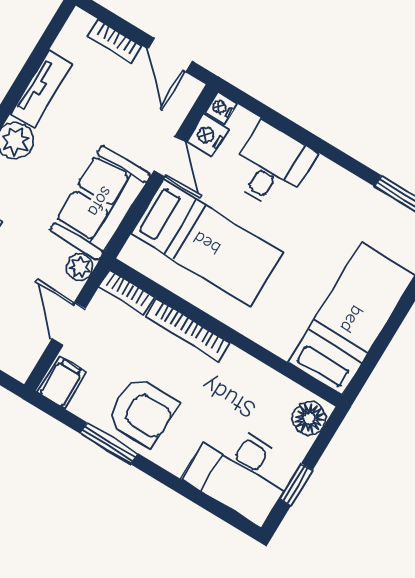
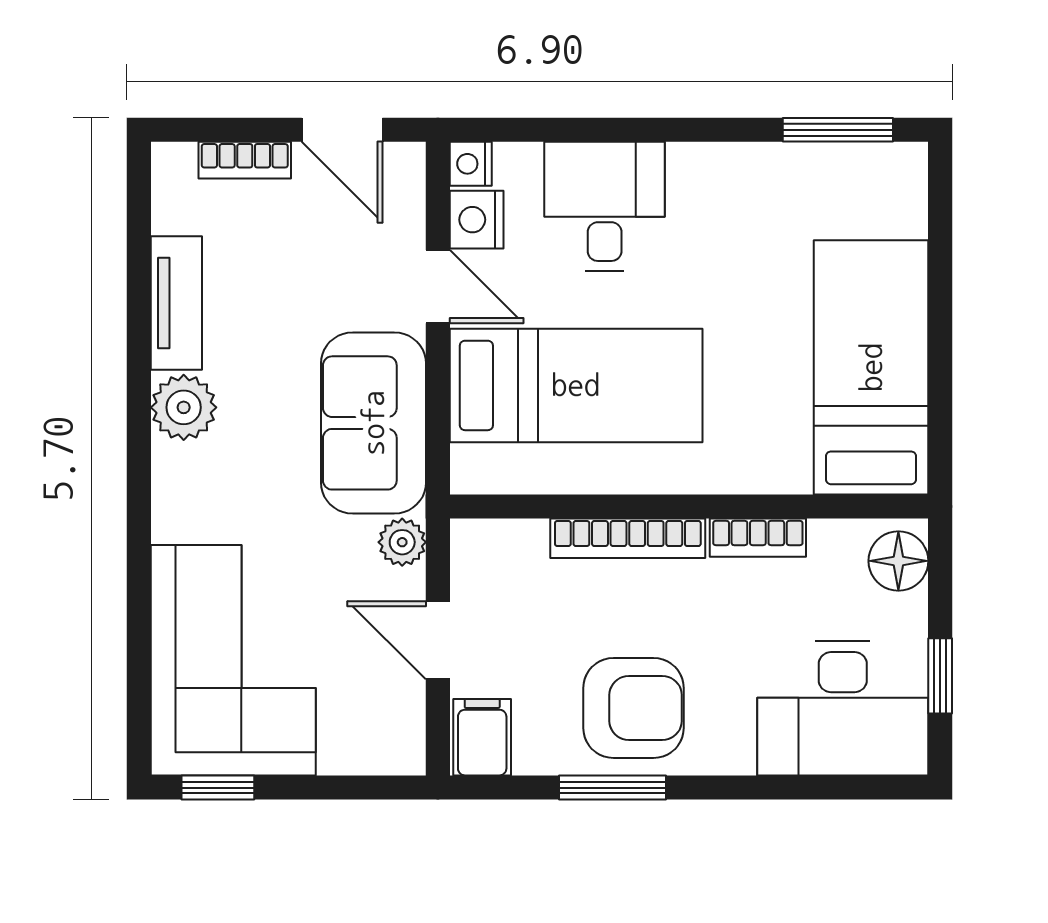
bookcase: (126, 292) -> (758, 538), moved

